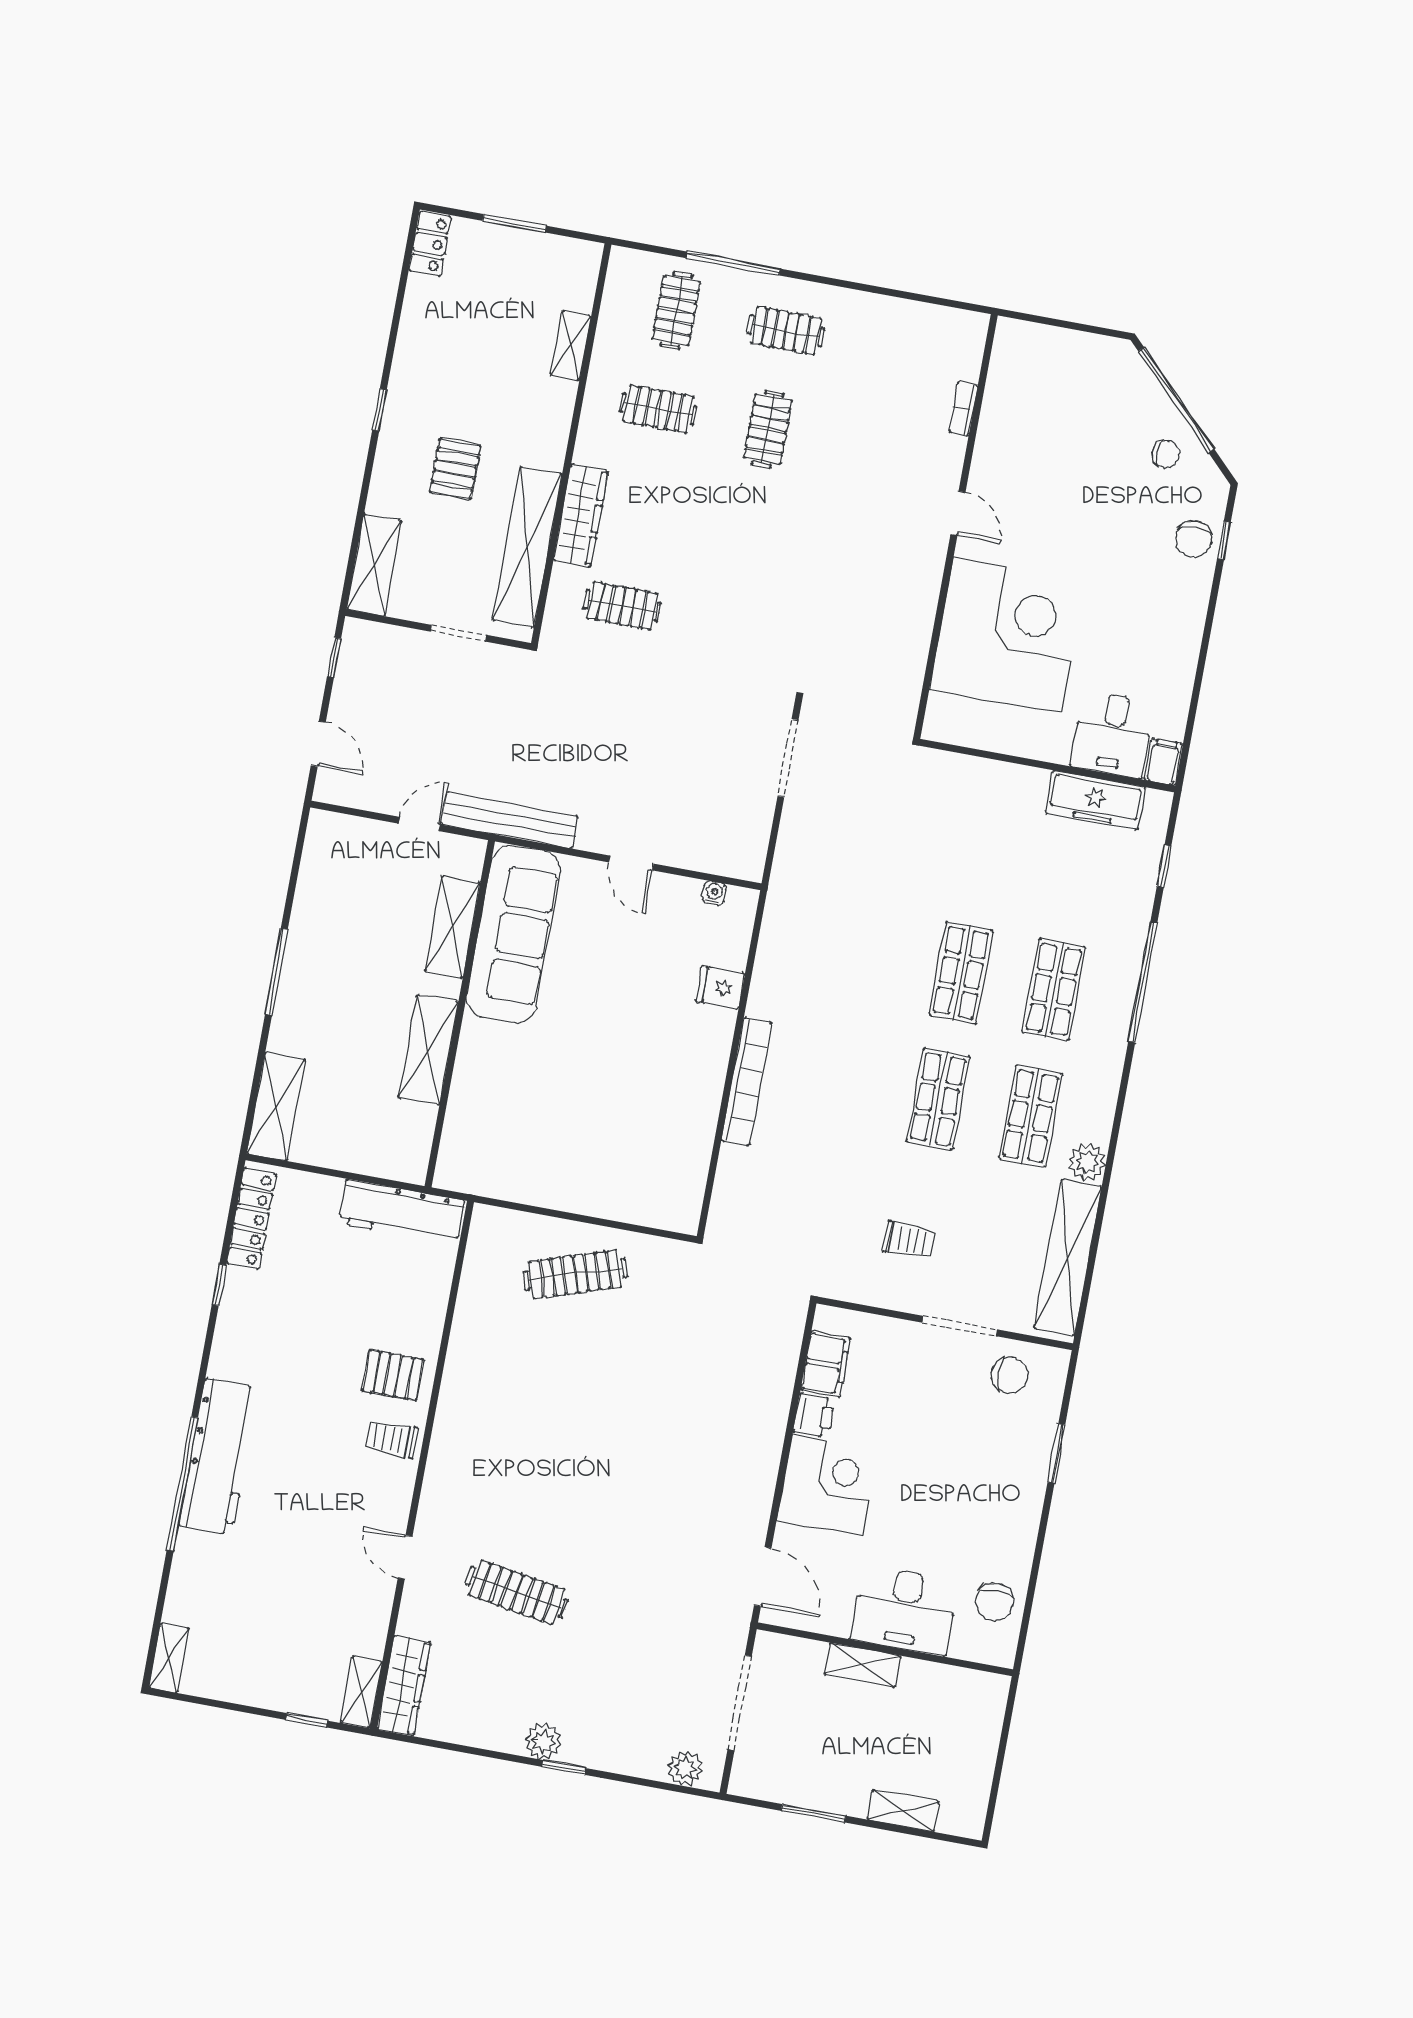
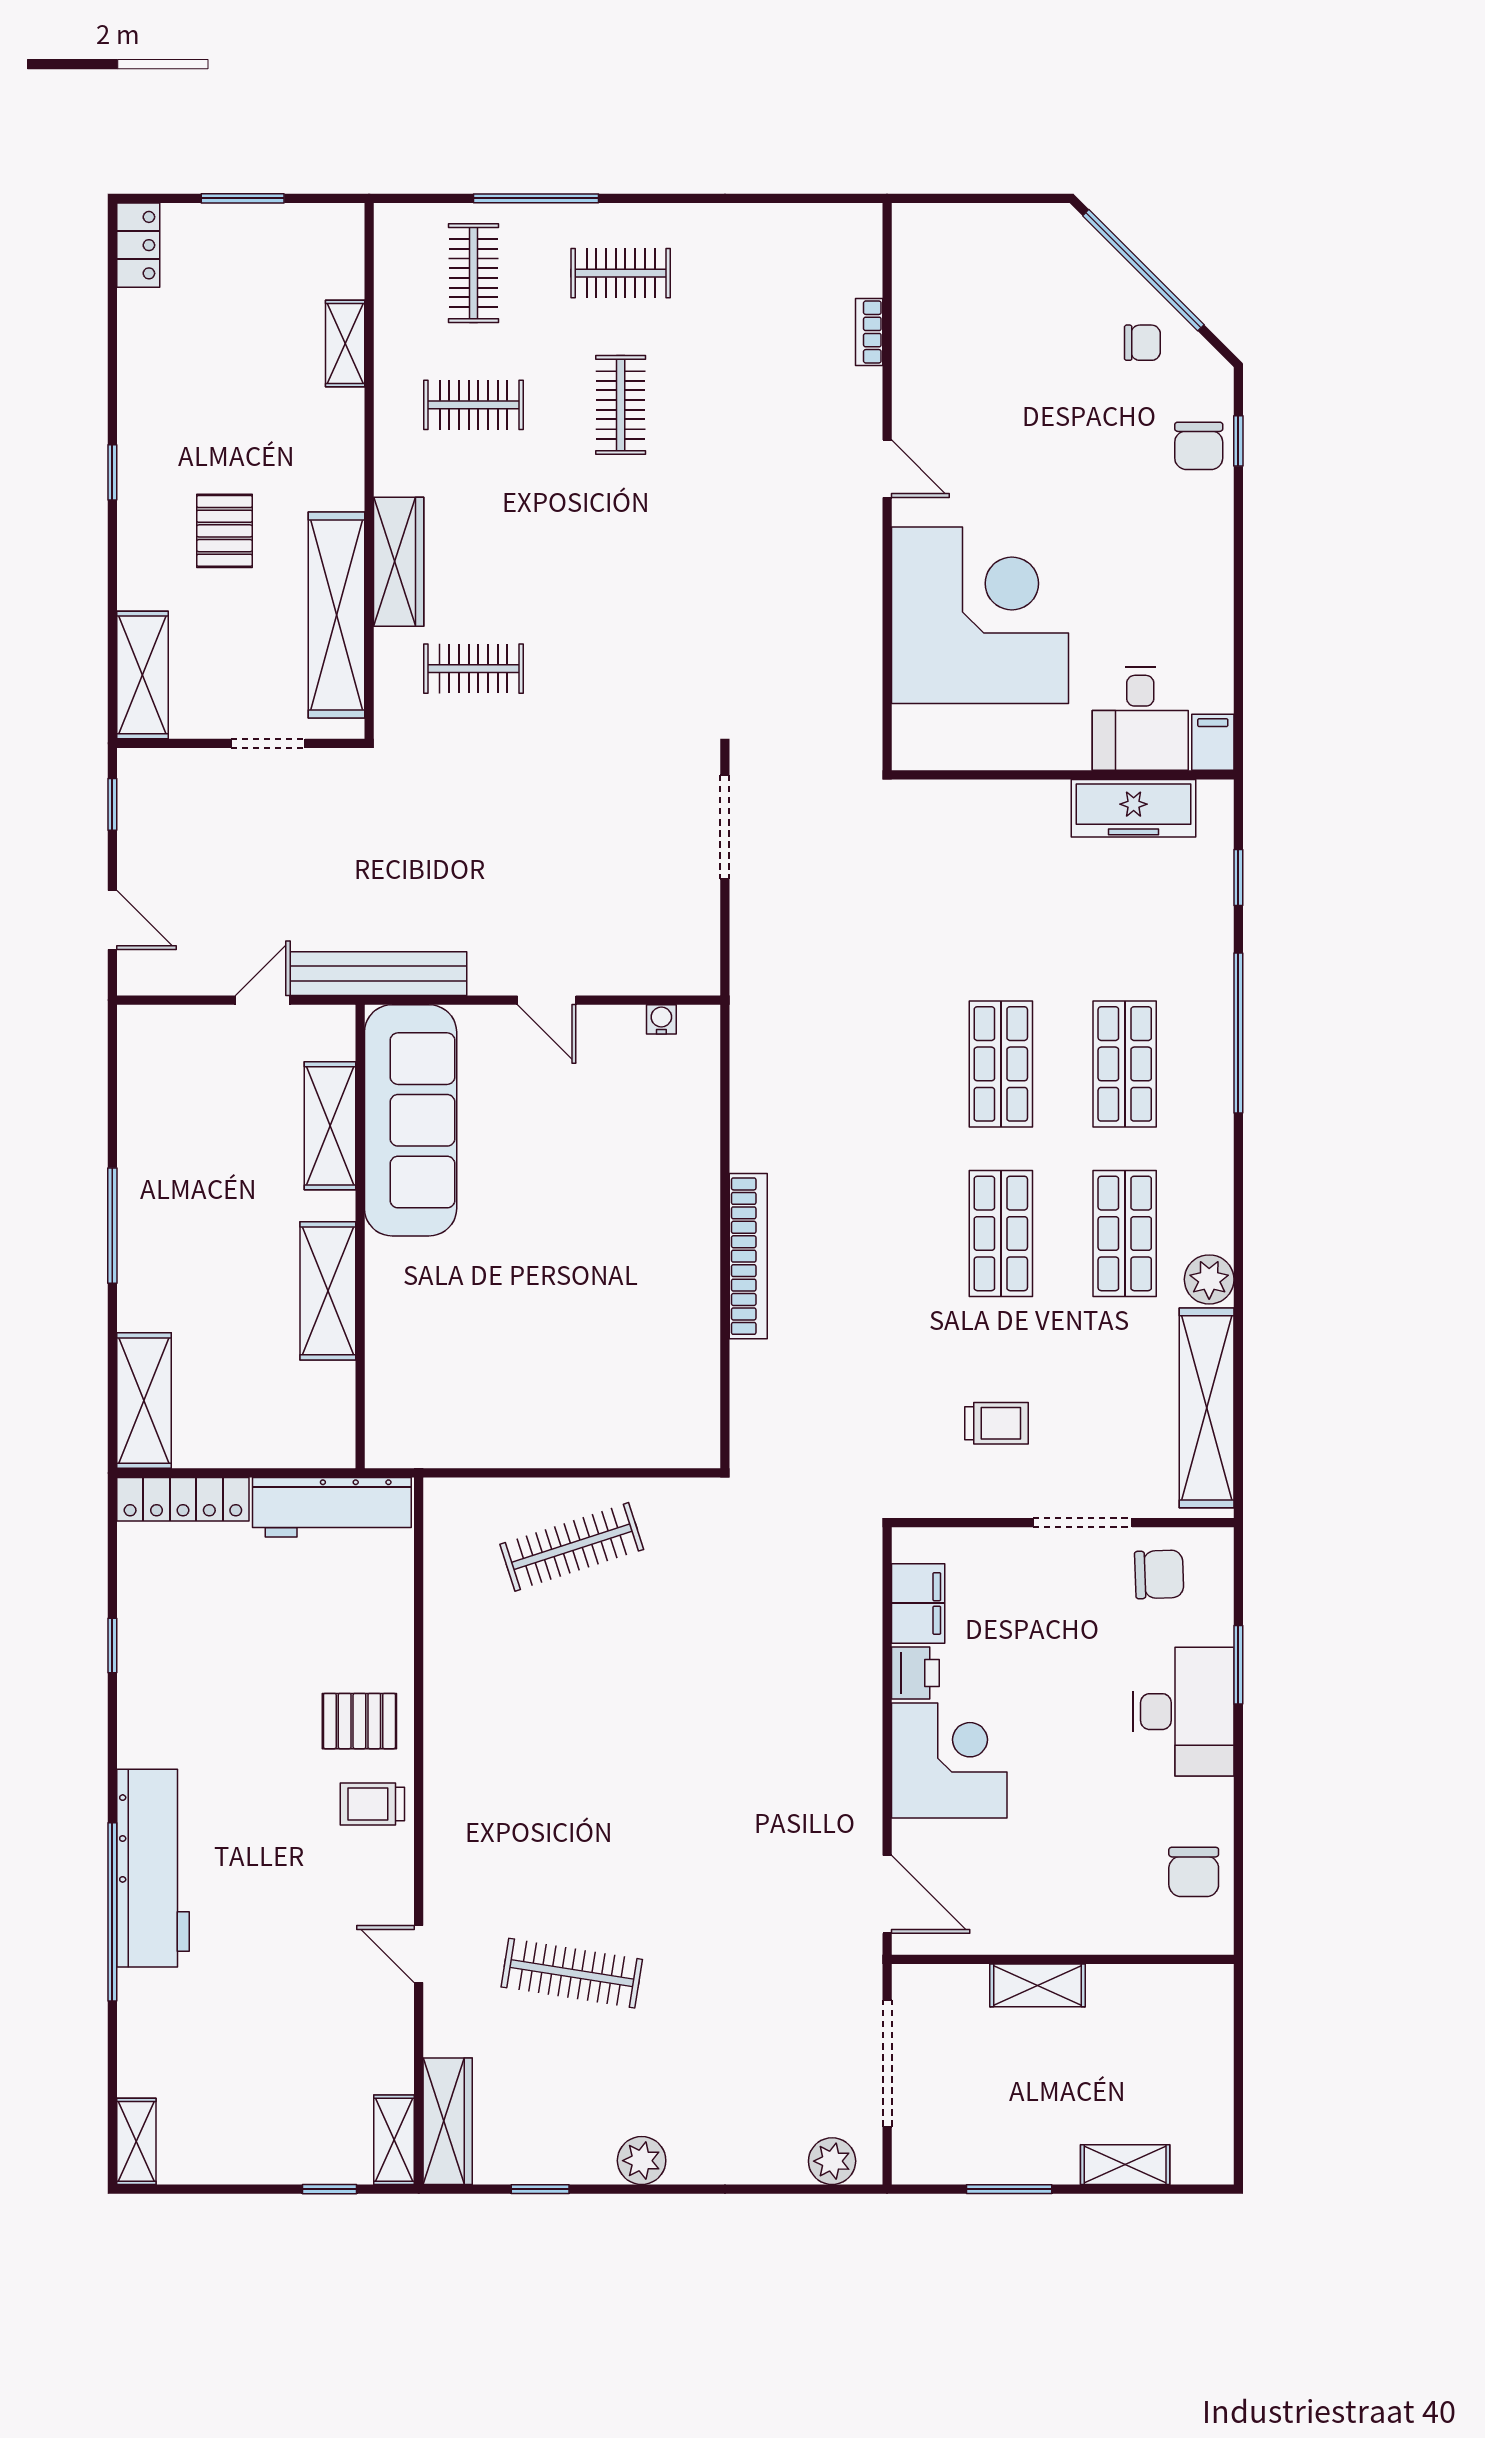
fridge: (720, 987) -> (692, 1140), removed
locker: (251, 1219) -> (183, 1499), moved, turned 90
desk: (904, 1610) -> (1183, 1712), moved, turned -90
window: (564, 1768) -> (540, 2189), moved

